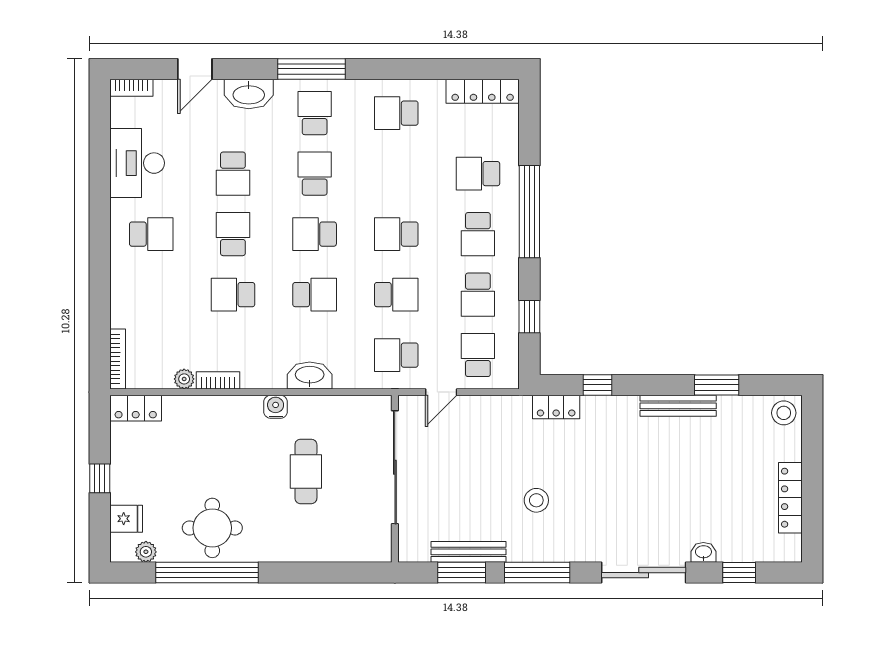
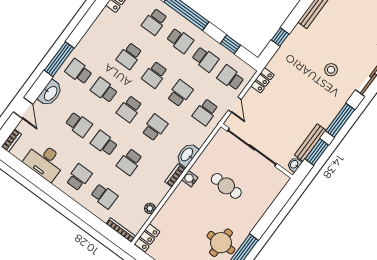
school desk: (396, 113) -> (129, 56), moved
school desk: (151, 295) -> (104, 196), added
bookcase: (218, 380) -> (175, 175), moved
locker: (556, 407) -> (262, 80), moved
stool: (536, 500) -> (331, 70), moved
washbasin: (417, 552) -> (294, 164), added

